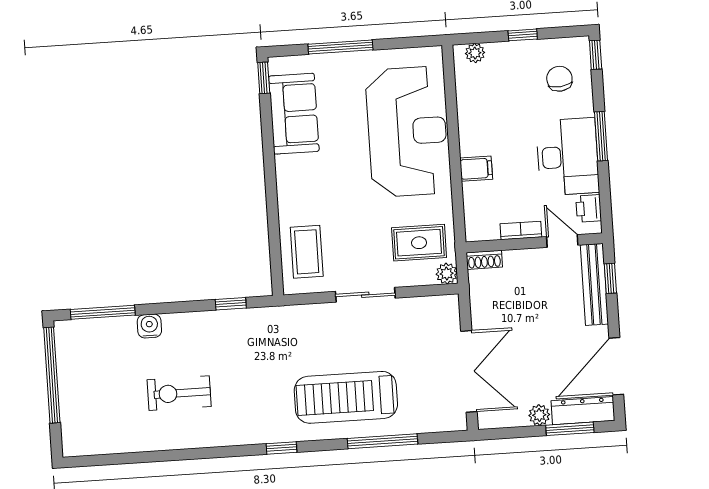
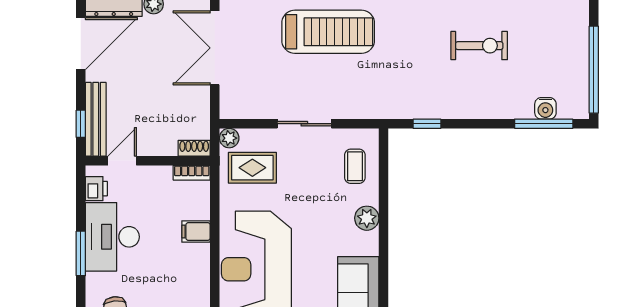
plant: (290, 196) -> (367, 218), added
bookcase: (521, 230) -> (192, 173), moved
door: (562, 241) -> (122, 161), swing flipped
coffee table: (307, 252) -> (355, 166), width x0.73, depth x0.77
water cooler: (149, 326) -> (545, 108), moved

